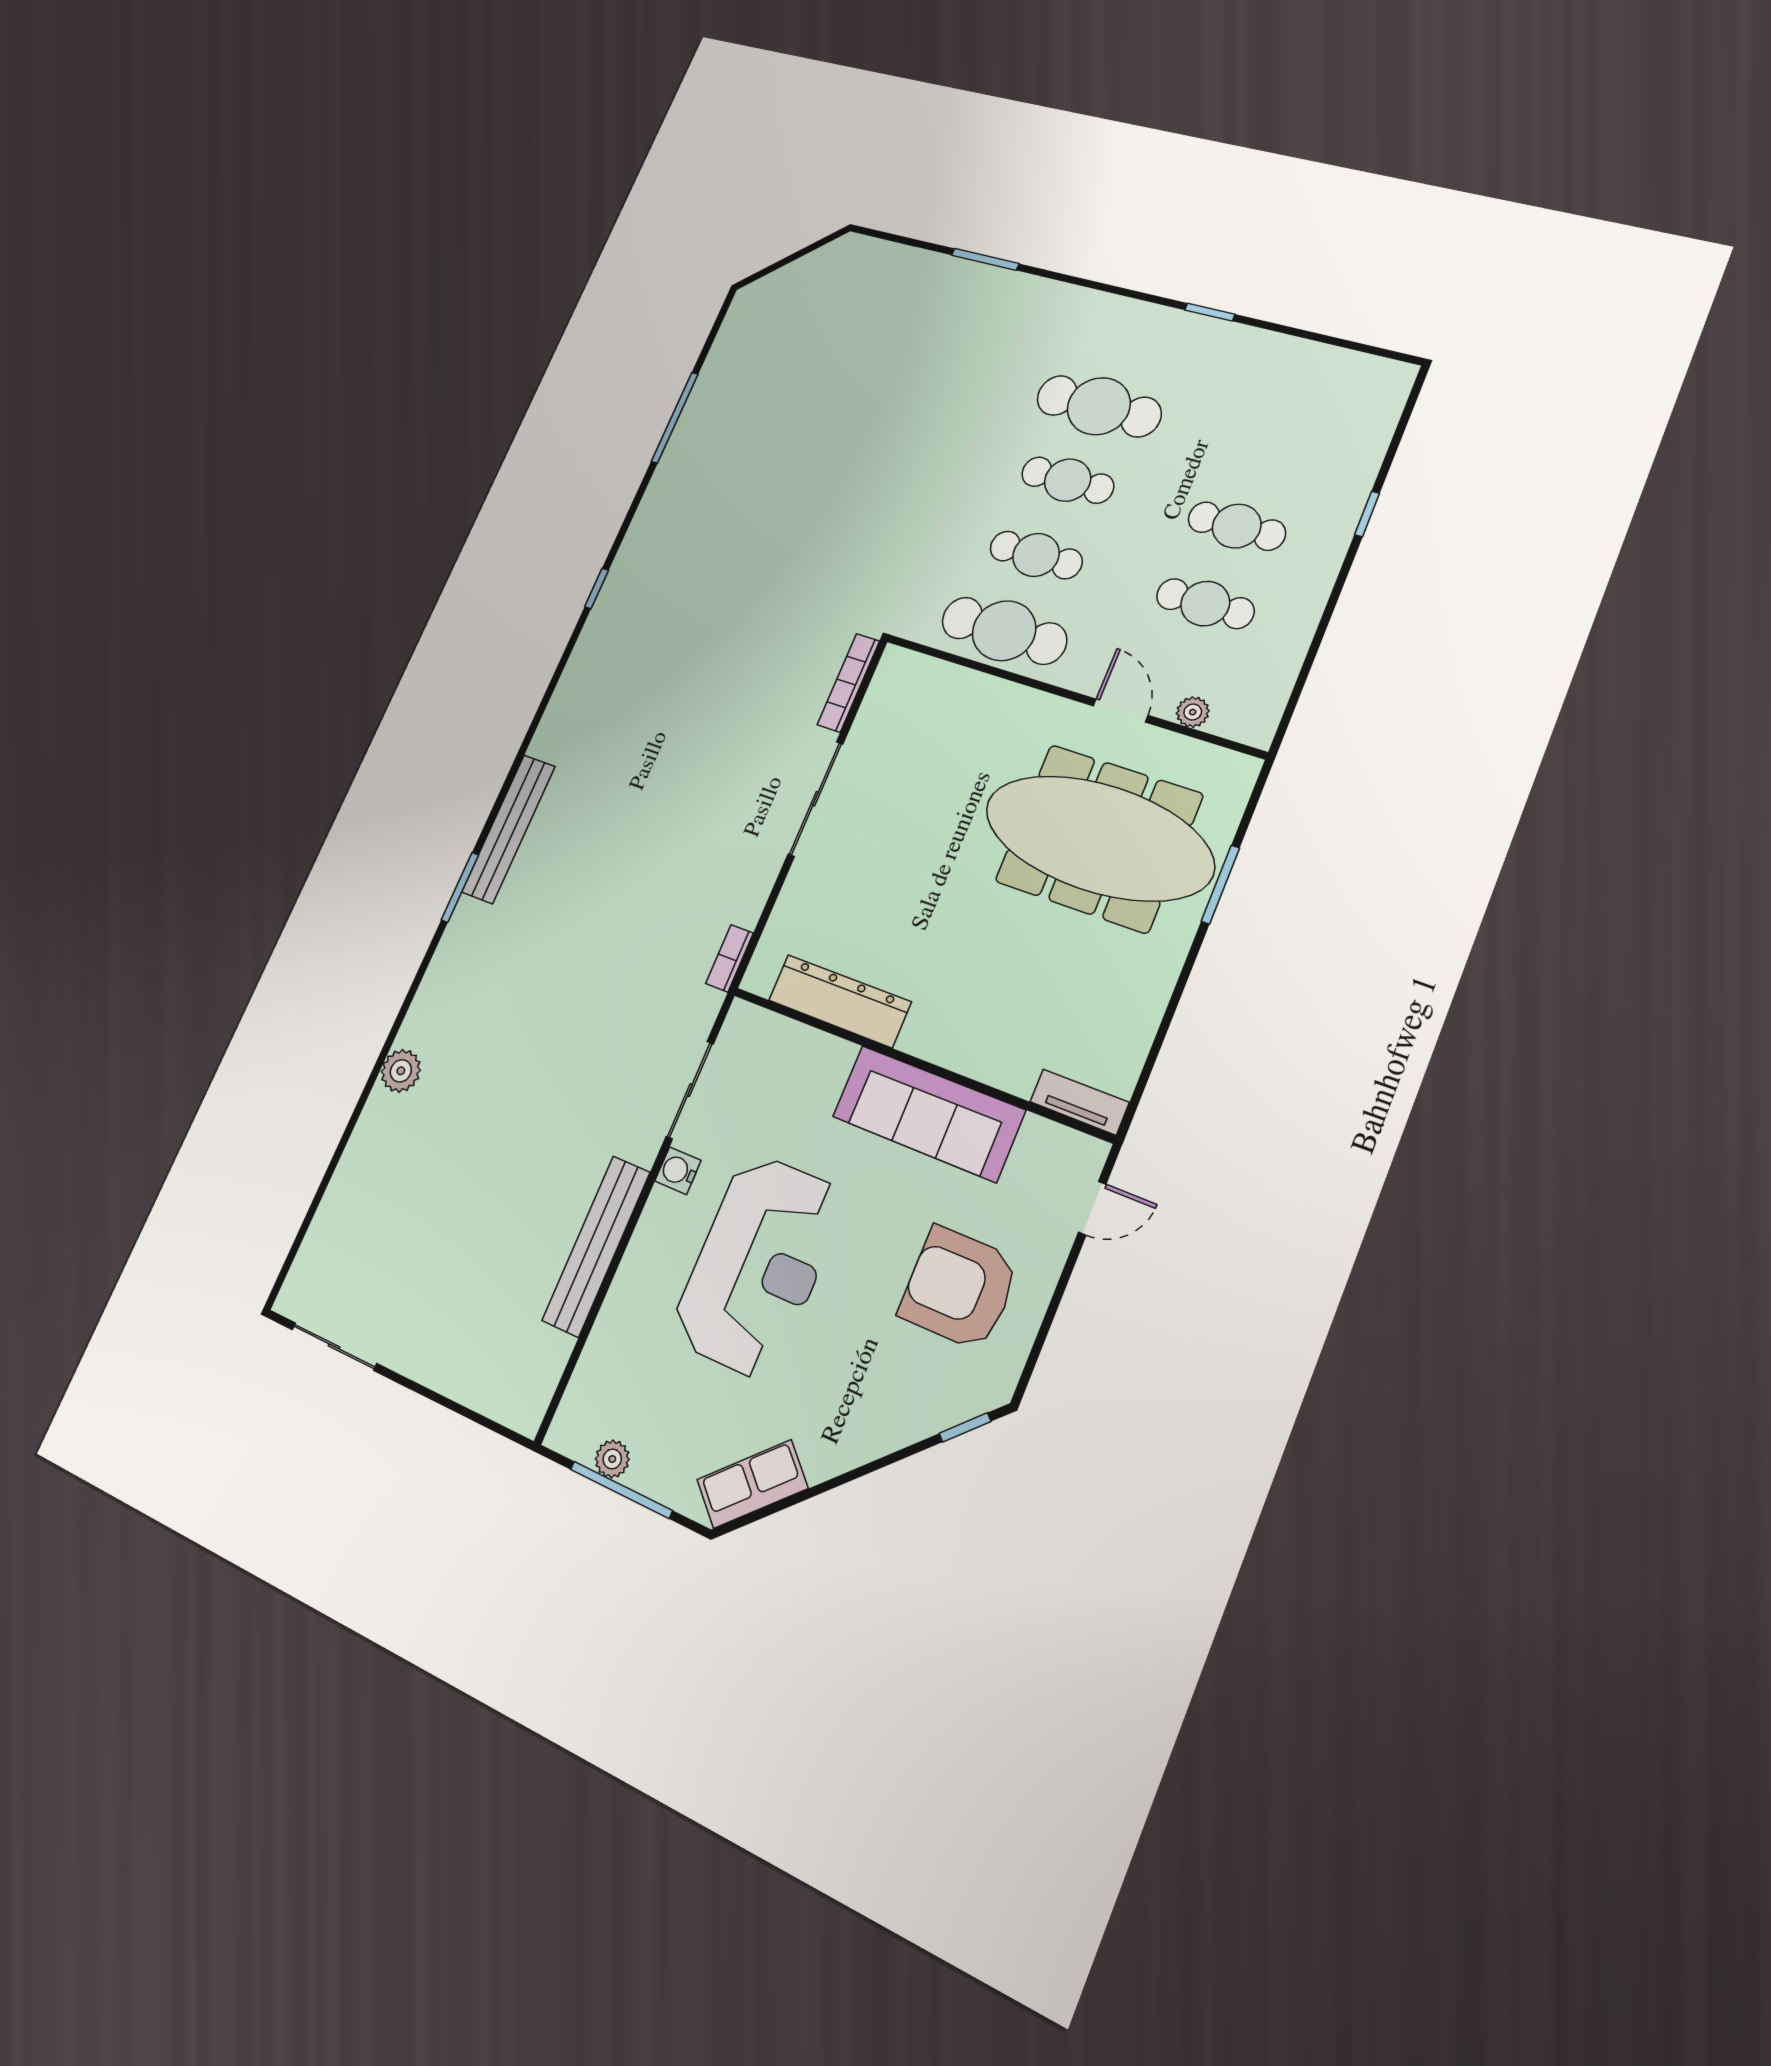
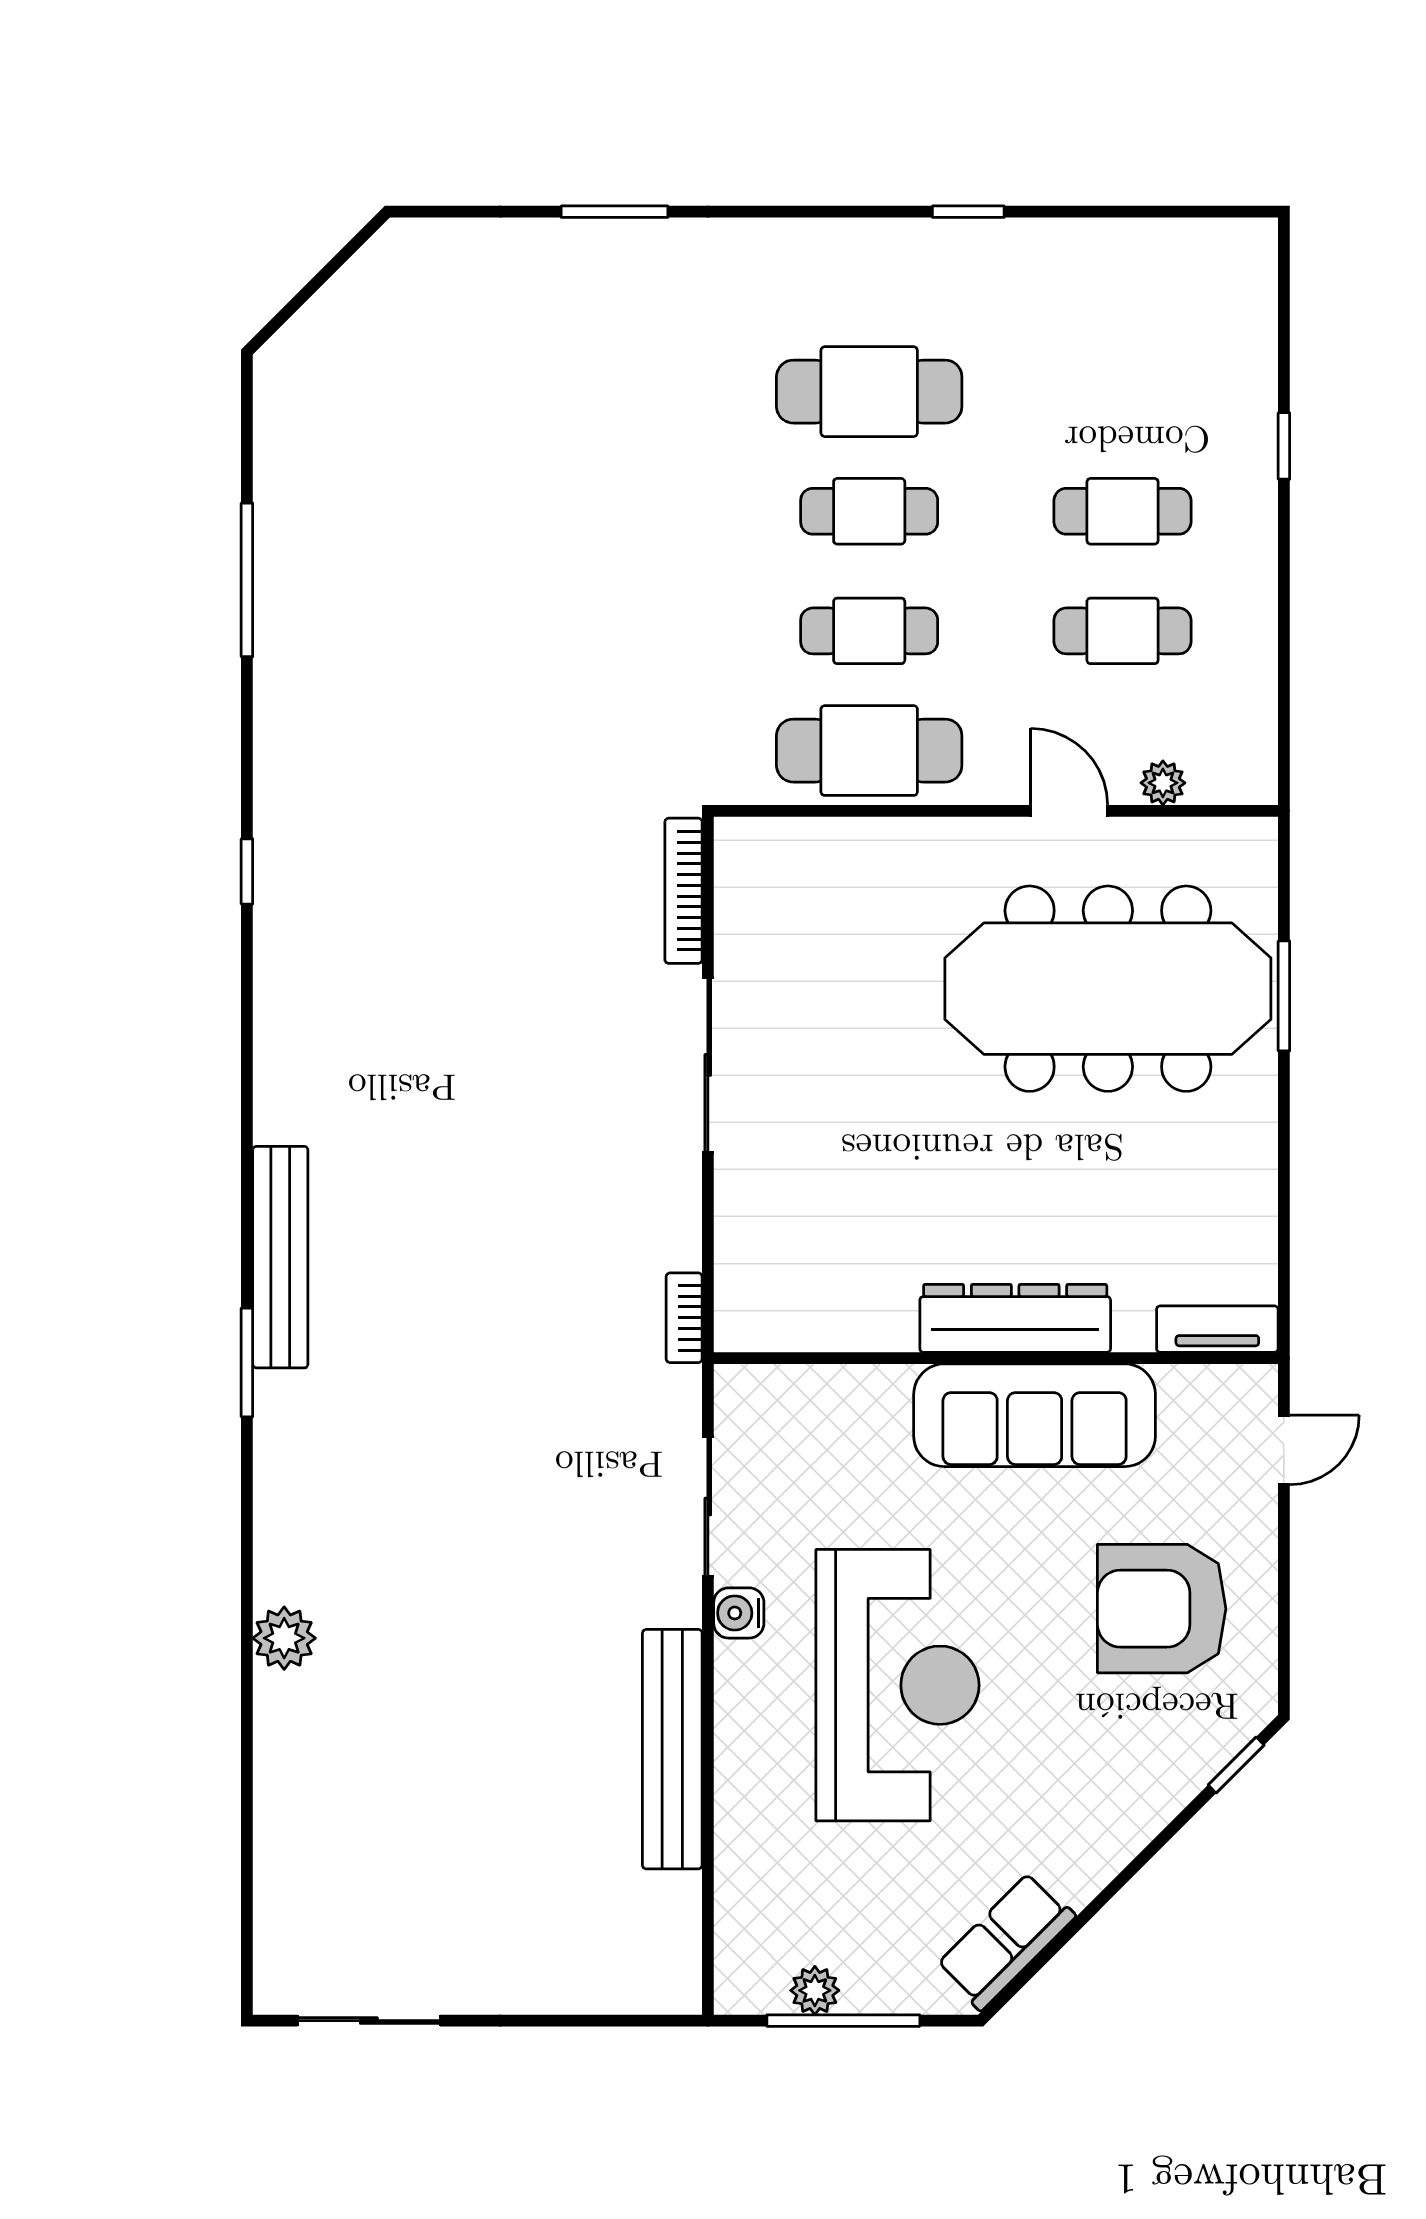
dresser: (840, 1001) -> (1015, 1318), moved

